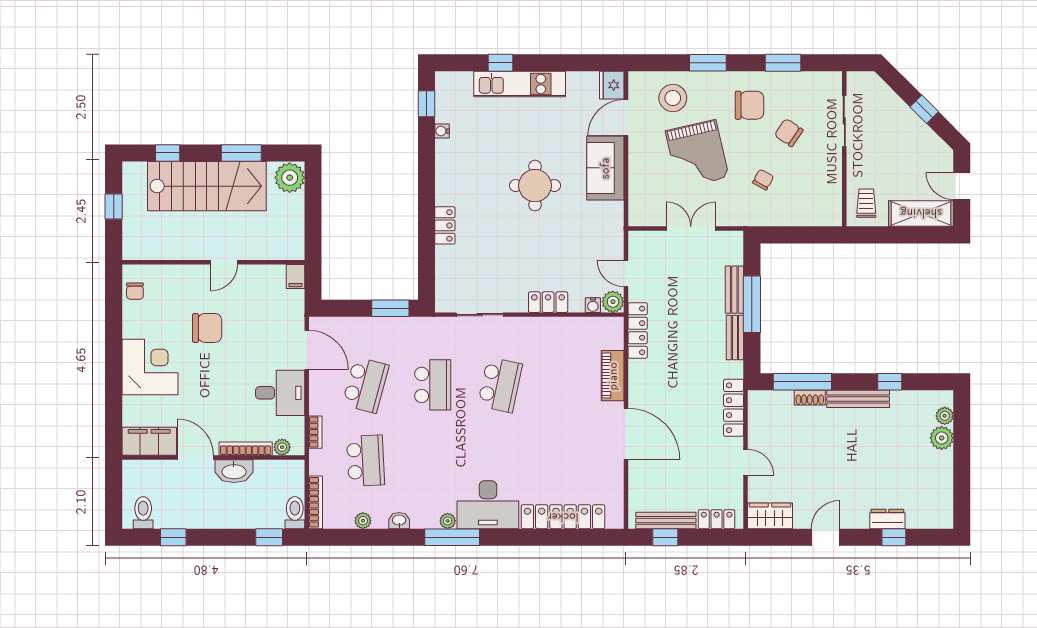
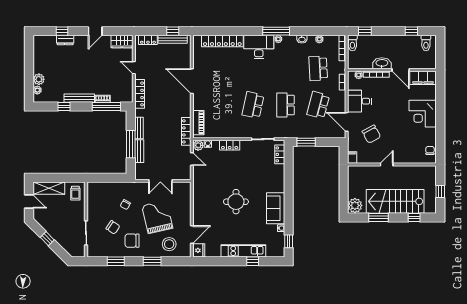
sofa: (605, 168) -> (276, 208), moved, turned 180
locker: (445, 225) -> (280, 154), moved
chair: (207, 328) -> (371, 134), moved, turned -118
piano: (613, 376) -> (198, 123), moved

